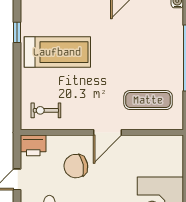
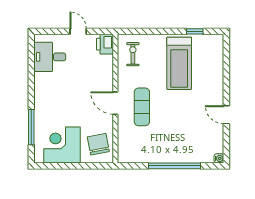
exercise mat: (148, 100) -> (142, 107), moved
chair: (76, 166) -> (98, 144), moved

